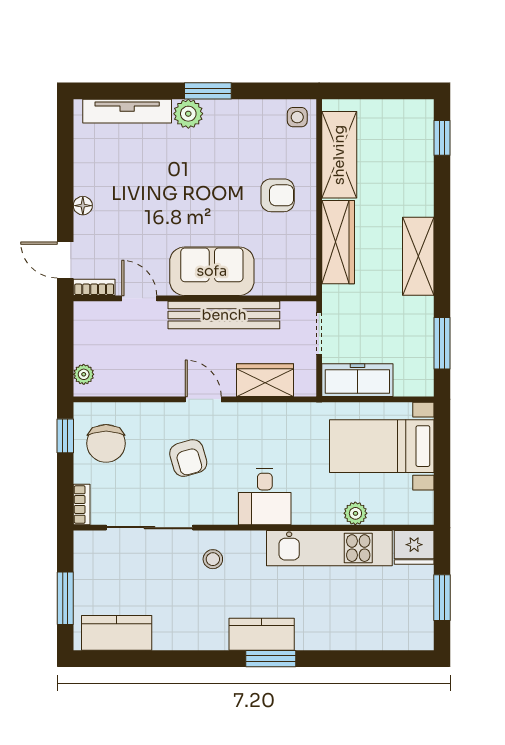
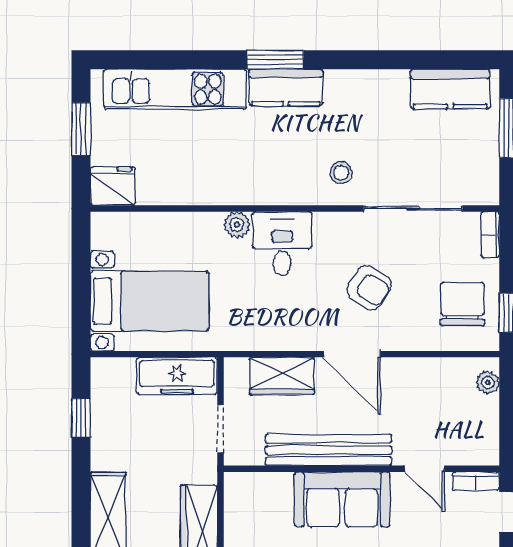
window: (442, 343) -> (81, 418), width x0.67
door: (203, 399) -> (352, 354), width x1.38
armchair: (188, 458) -> (369, 287), turned 138
plant: (355, 513) -> (237, 225), moved
kitchen unit: (329, 548) -> (175, 89), moved, turned 180

